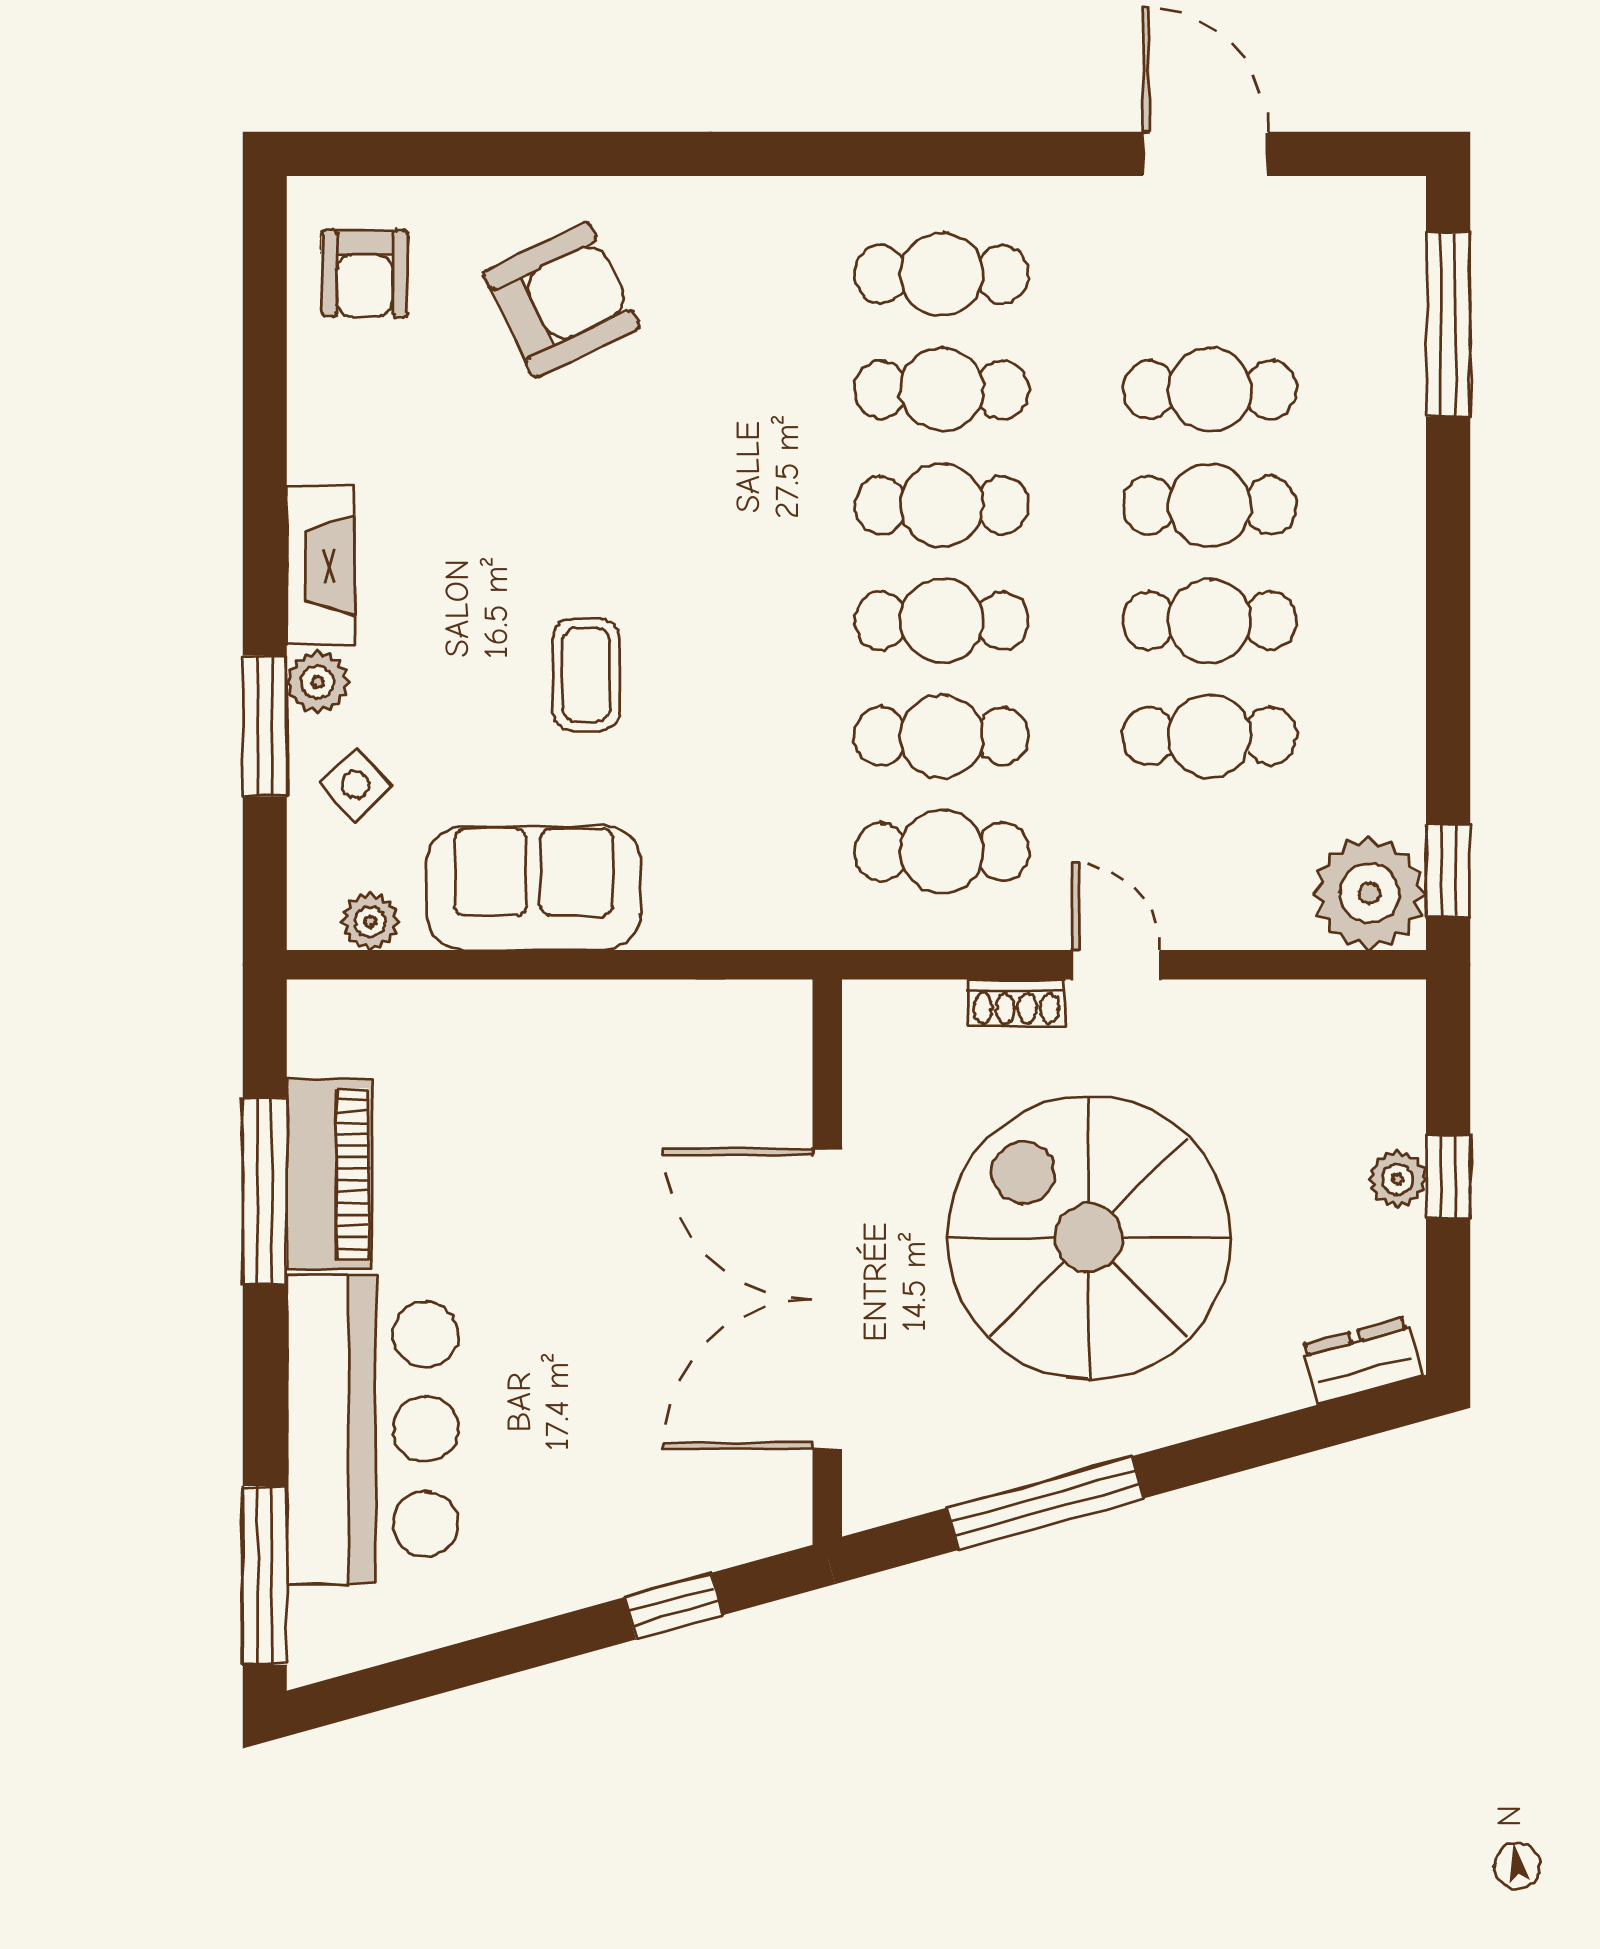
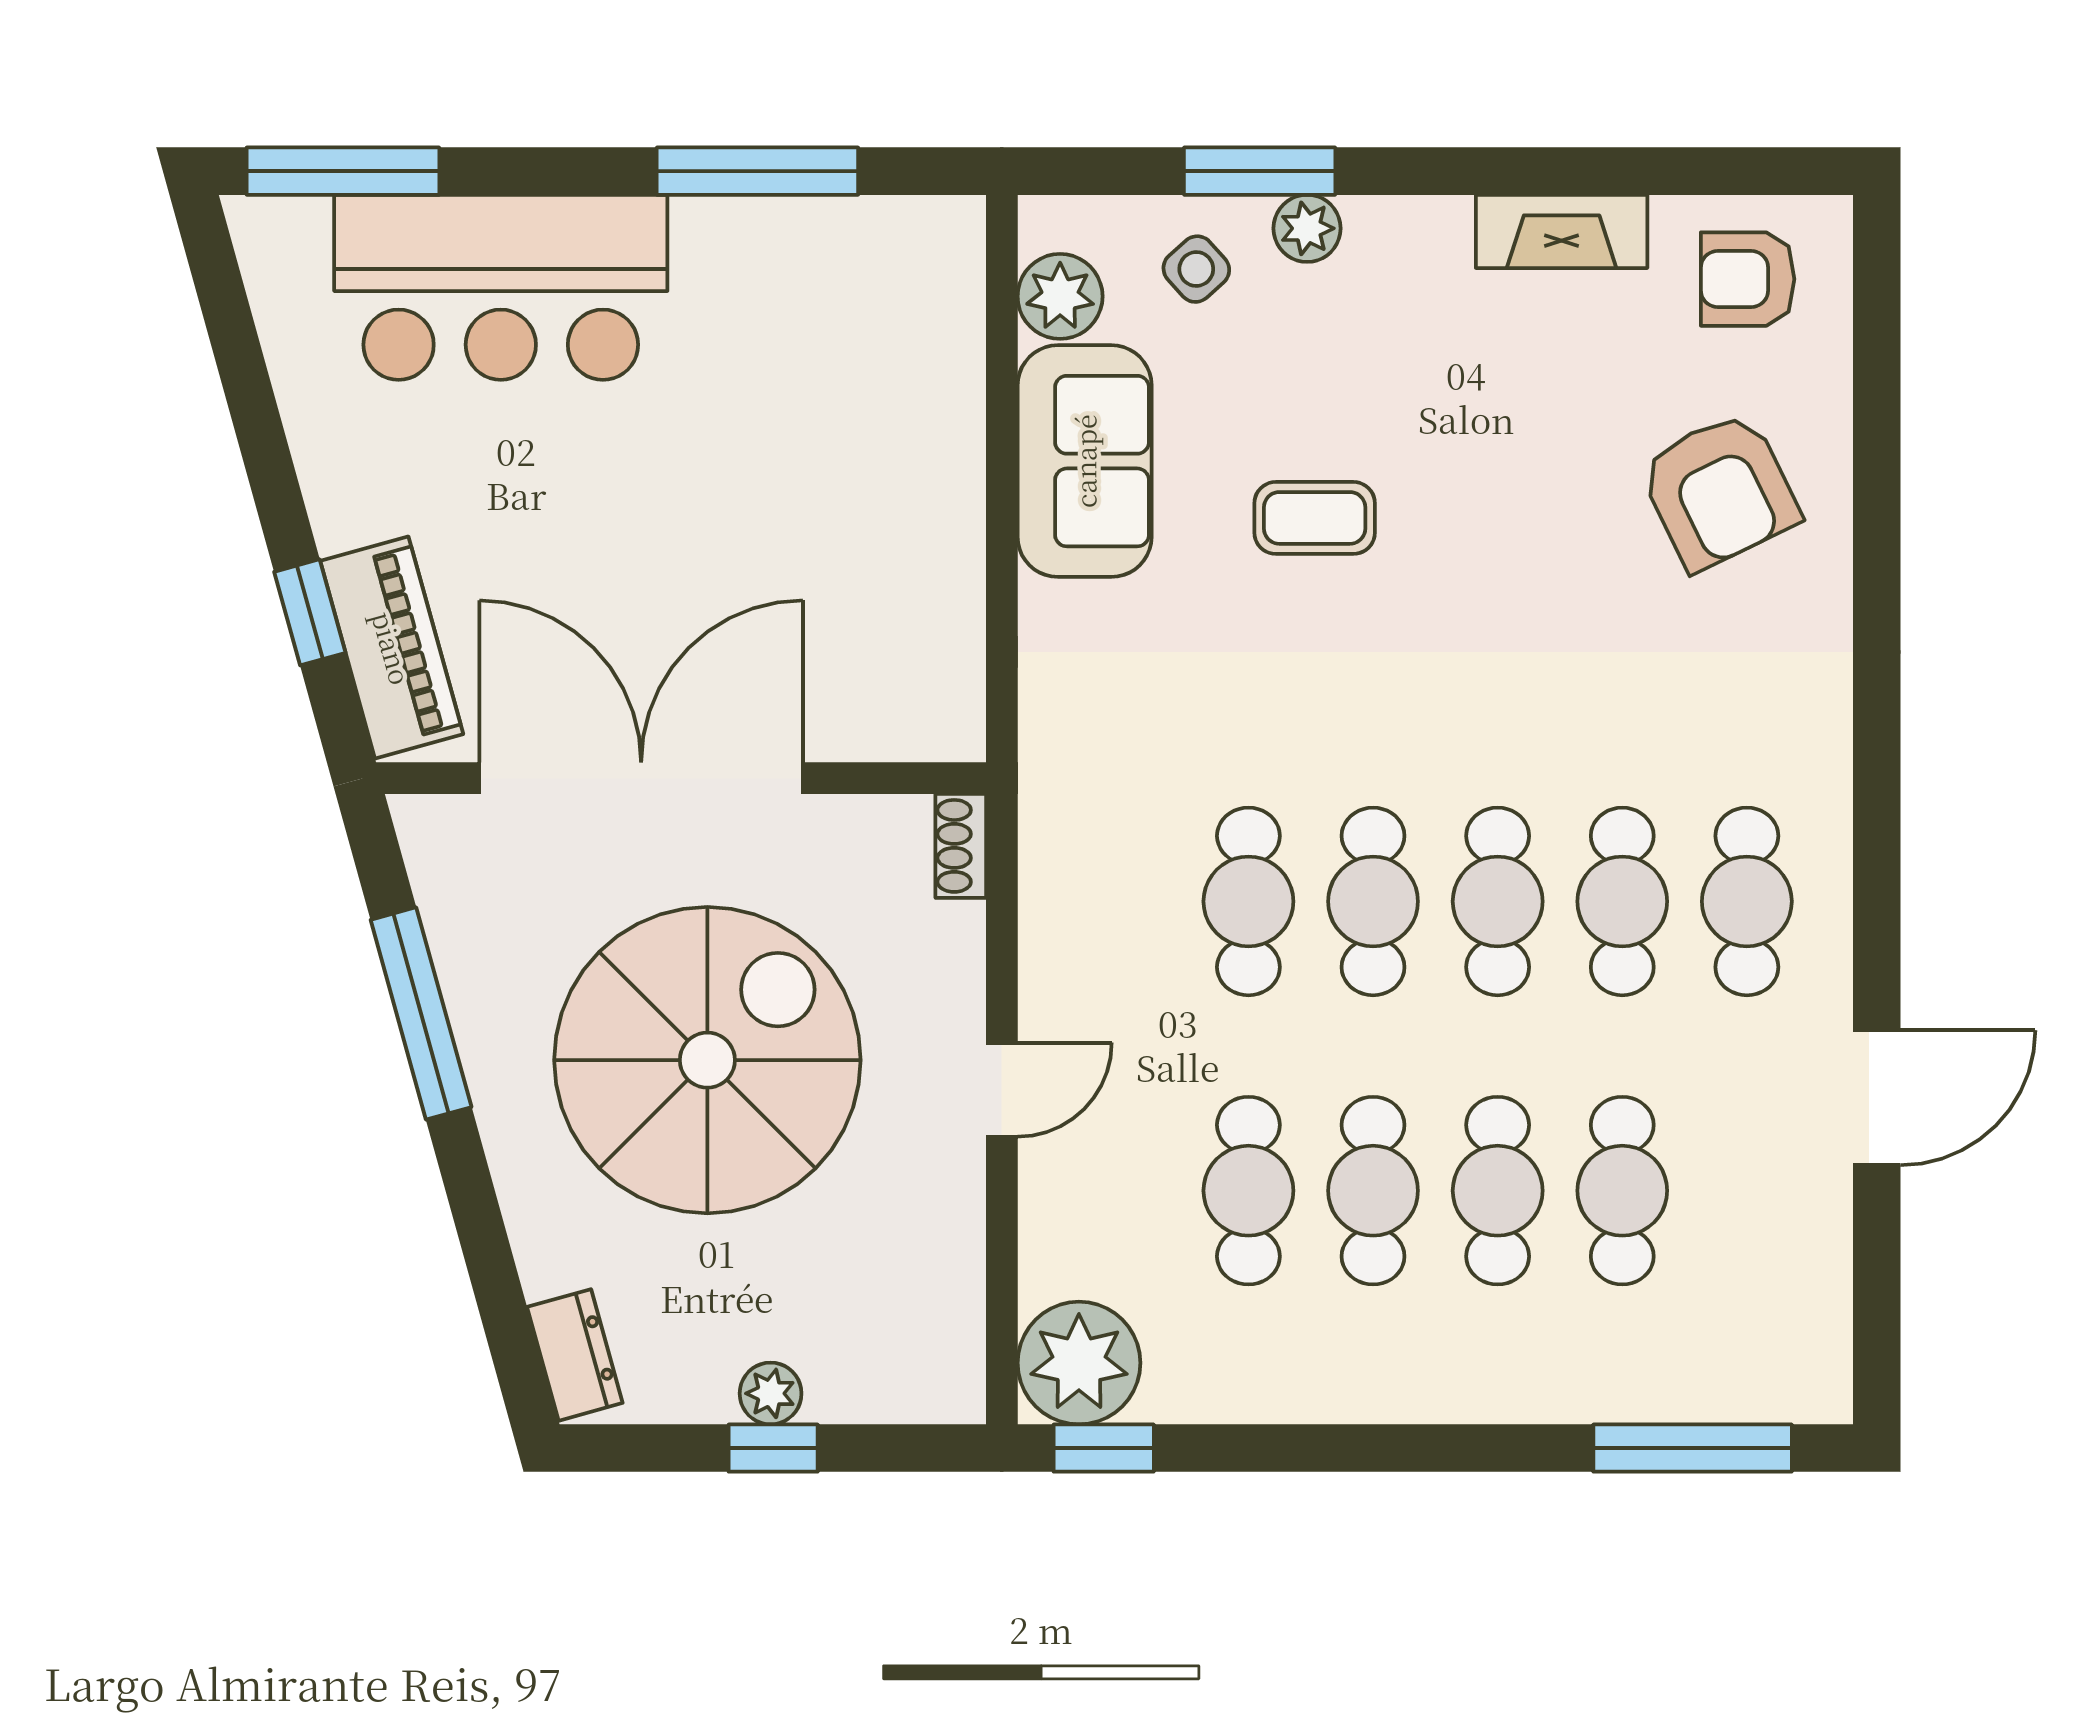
door: (1206, 154) -> (1877, 1098), moved
fireplace: (321, 565) -> (1562, 231), moved
cafe table: (942, 852) -> (1124, 901), removed
plant: (370, 922) -> (1060, 296), width x1.38, depth x1.38
shoe rack: (1016, 1003) -> (961, 846), moved
piano: (329, 1174) -> (392, 648), moved, turned -105

